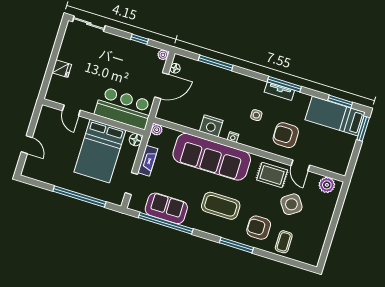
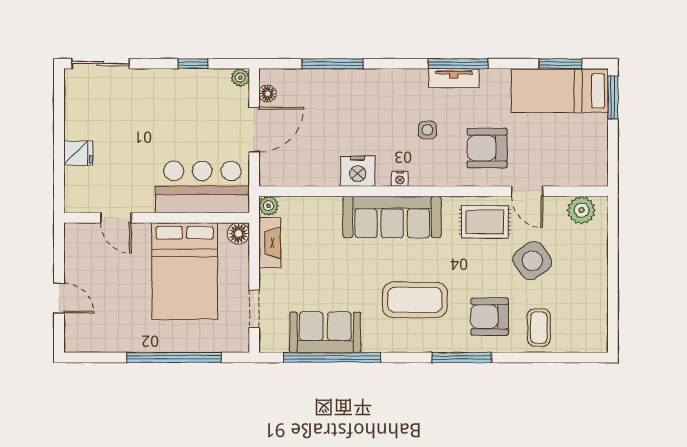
sofa: (212, 157) -> (392, 217), width x0.74, depth x0.79
fireplace: (148, 161) -> (270, 243), moved

